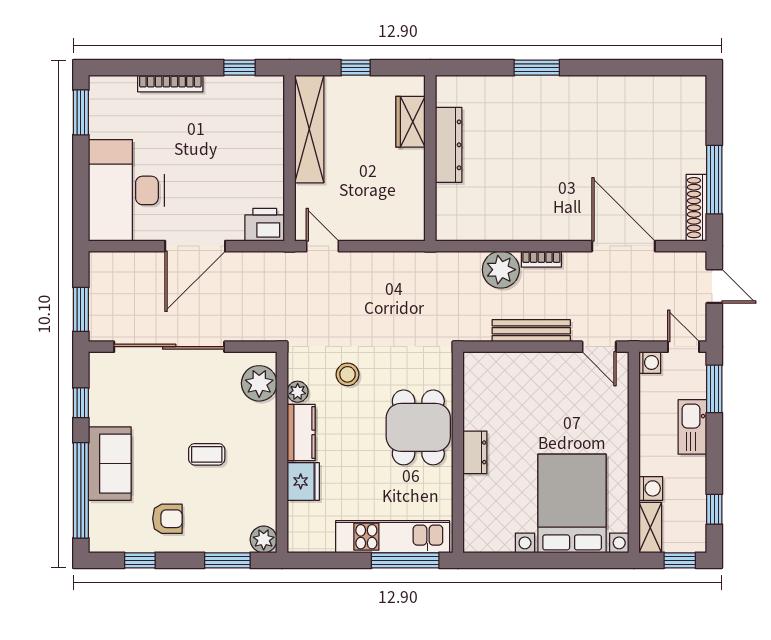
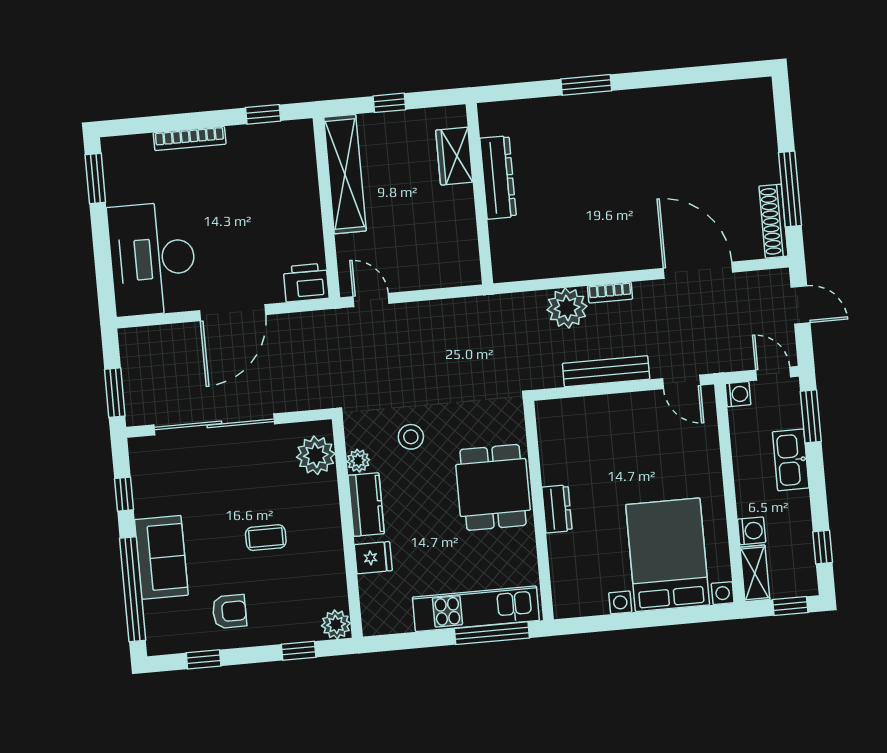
fridge: (303, 481) -> (373, 558), width x0.72
window: (227, 560) -> (299, 651), width x0.67

